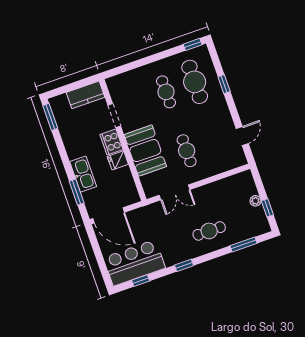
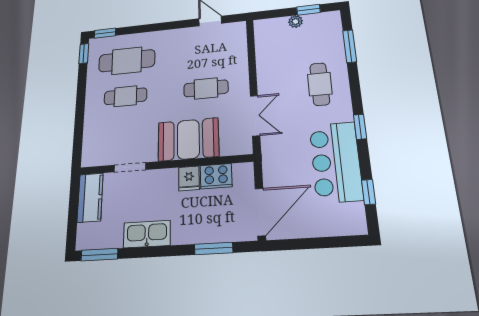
window: (224, 84) -> (105, 33), moved
cooker: (112, 142) -> (216, 176), moved
kitchen sink: (83, 174) -> (147, 234), moved
bar counter: (134, 263) -> (336, 162), moved

